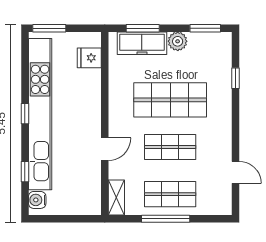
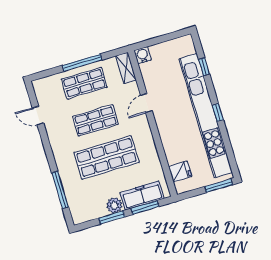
window: (205, 28) -> (112, 217), moved
window: (235, 78) -> (60, 190), width x2.17
water cooler: (37, 200) -> (143, 55), moved, turned -90

